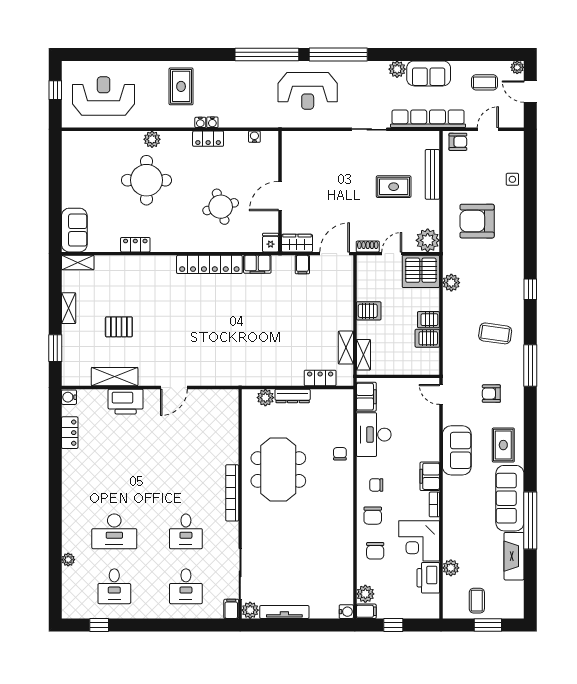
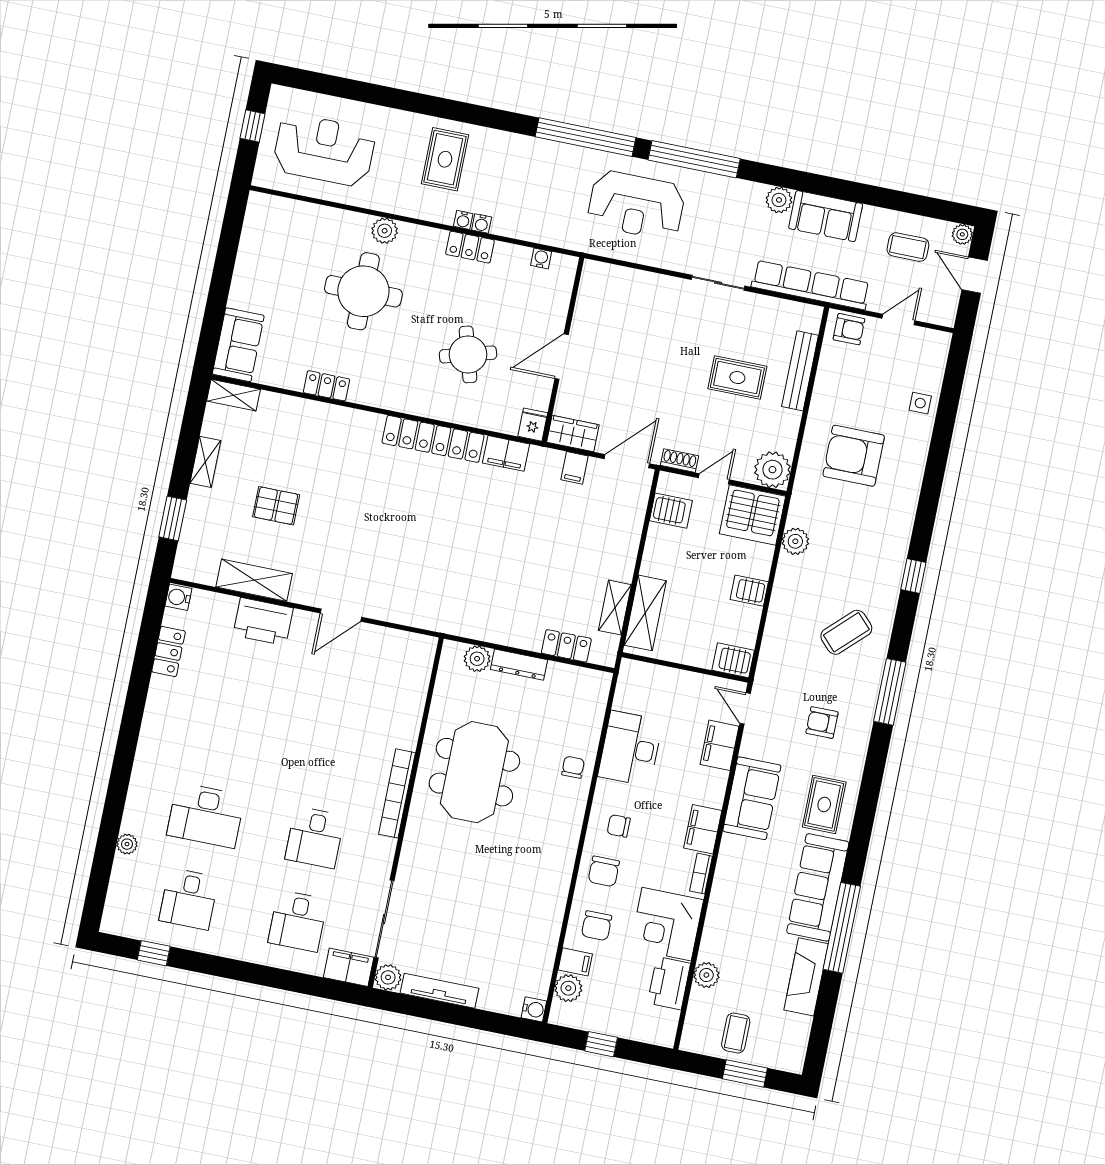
server rack: (369, 311) -> (671, 511), moved
coffee table: (495, 333) -> (846, 632), turned -52
server rack: (427, 338) -> (733, 660), moved
shelving: (363, 355) -> (645, 613), width x1.50, depth x1.33
filing cabinet: (366, 397) -> (720, 745), moved, turned 180
filing cabinet: (231, 609) -> (349, 967), width x2.00
filing cabinet: (366, 611) -> (575, 962), moved

